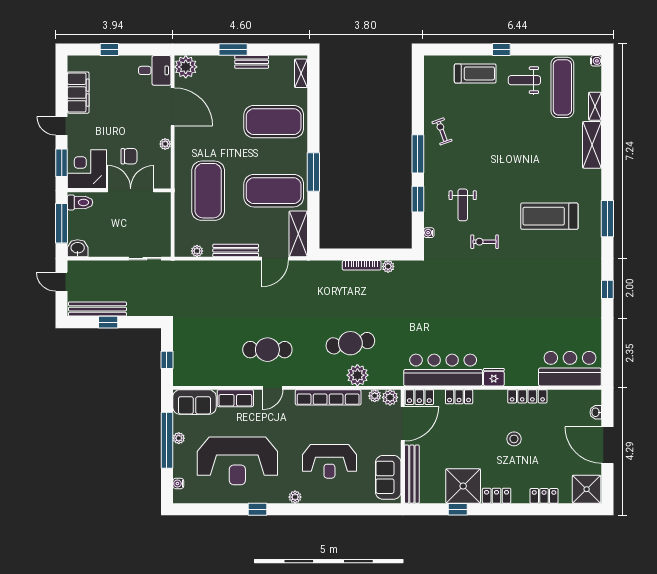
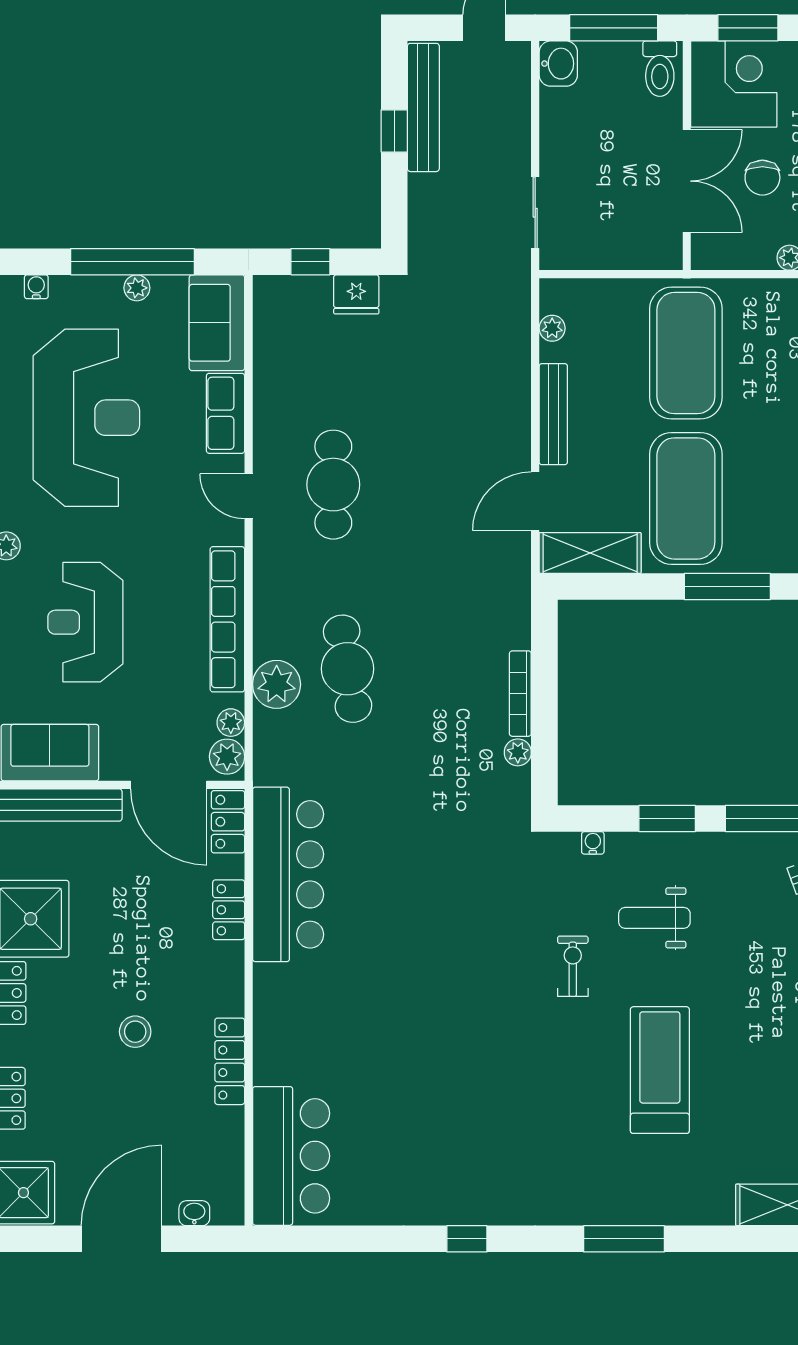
exercise mat: (208, 191) -> (686, 353), turned 90
treadmill: (549, 216) -> (660, 1070), moved
door: (275, 259) -> (535, 501), hinge flipped
fridge: (494, 377) -> (356, 294), moved, turned 90
reception desk: (237, 461) -> (86, 418), turned 180

